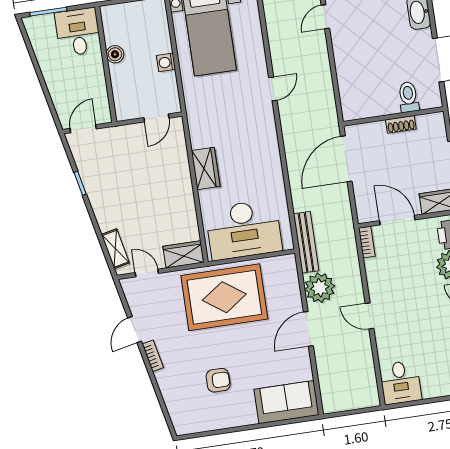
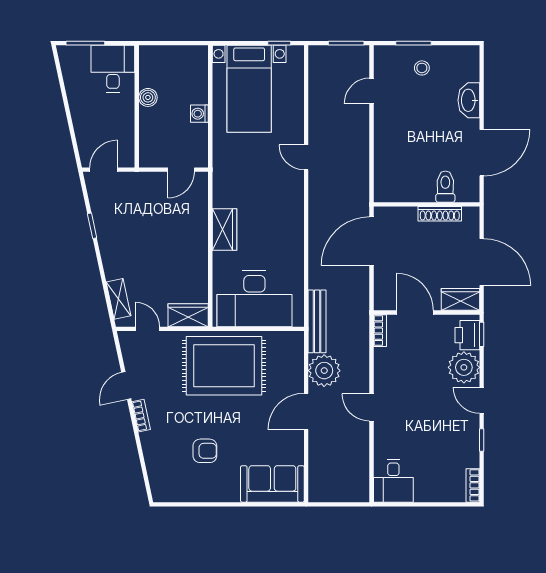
door: (273, 89) -> (306, 157), swing flipped
shoe rack: (401, 124) -> (440, 214), width x1.43

